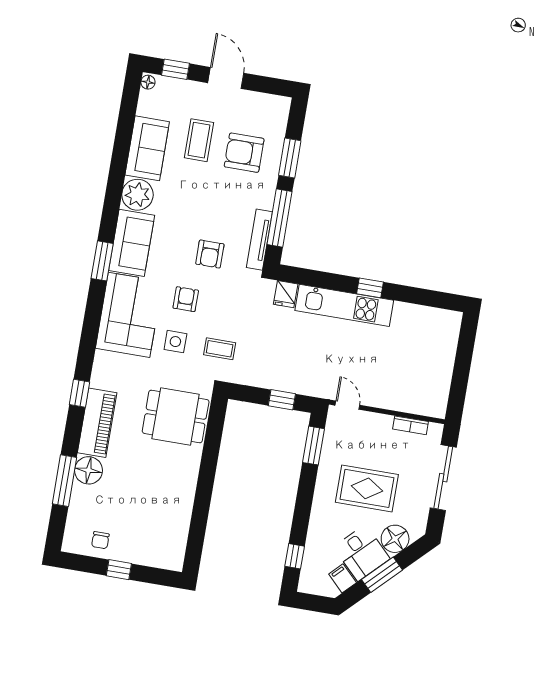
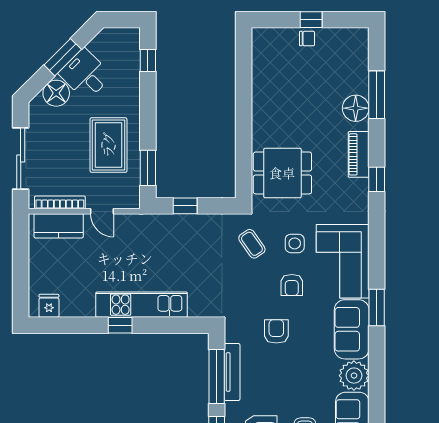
tv unit: (259, 240) -> (232, 372), moved
fridge: (286, 294) -> (49, 306), moved
coffee table: (220, 349) -> (252, 244), turned 55
kitchen counter: (416, 401) -> (59, 226), added
door: (347, 405) -> (102, 211), moved
piano: (97, 423) -> (359, 154), width x0.73, depth x0.75
bookcase: (411, 425) -> (60, 202), width x1.56
rug: (367, 488) -> (108, 145), moved, turned 90
chair: (100, 540) -> (307, 39), moved, turned 90
filing cabinet: (343, 578) -> (99, 47), removed

